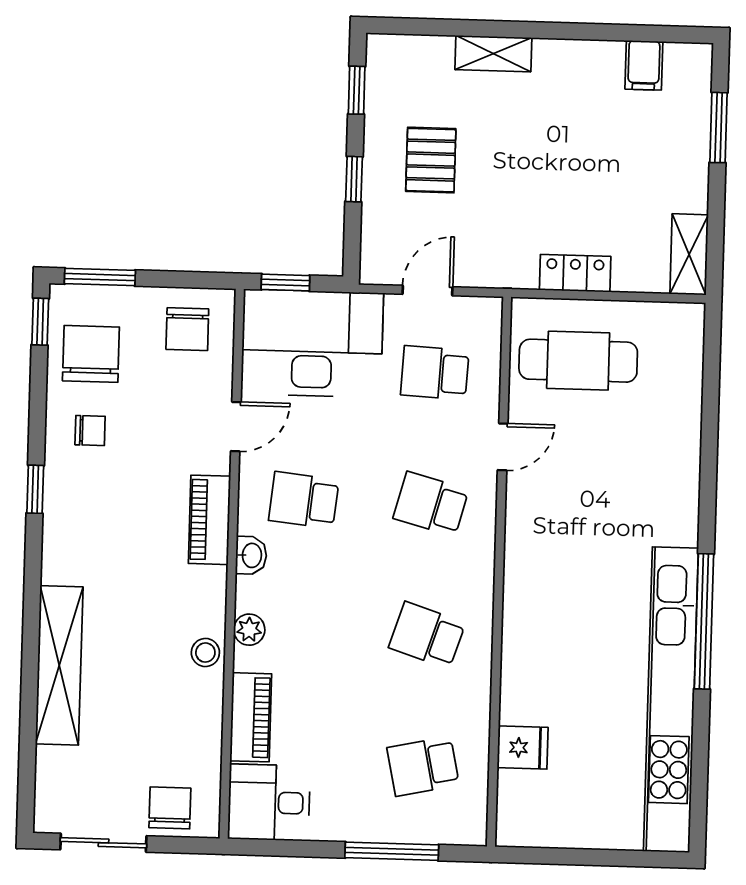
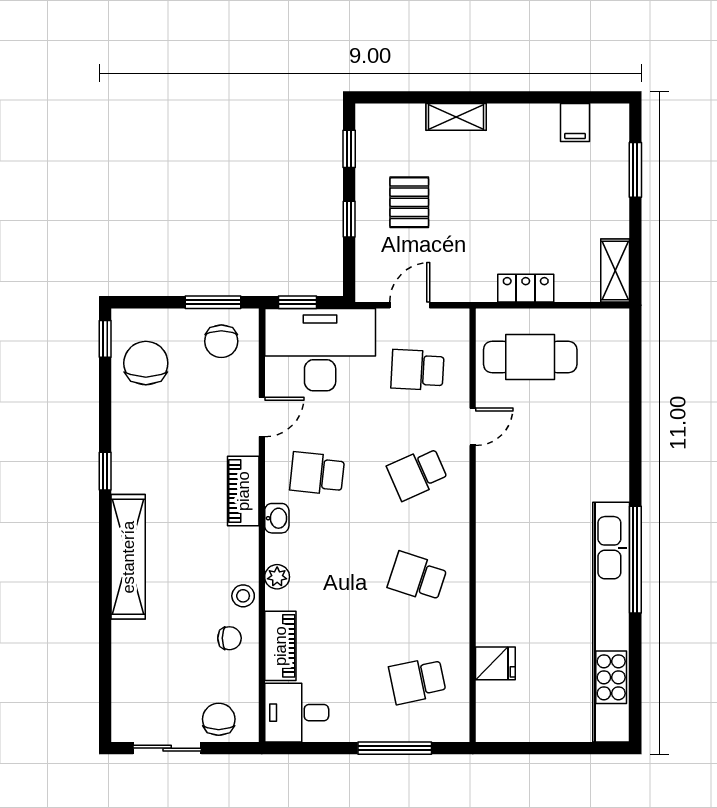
window: (100, 277) -> (213, 302), moved
chair: (90, 431) -> (229, 638), moved
school desk: (431, 504) -> (417, 473), turned -39
shelving: (59, 665) -> (128, 557), moved

